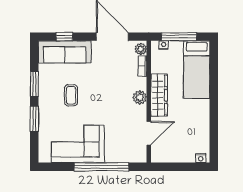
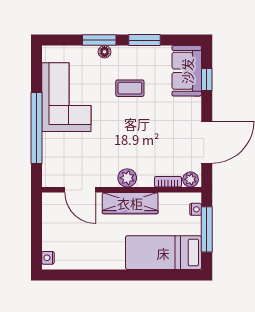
sofa: (65, 52) -> (187, 71), width x0.73
floor lamp: (43, 115) -> (104, 52), added

